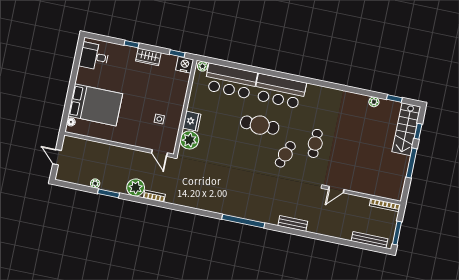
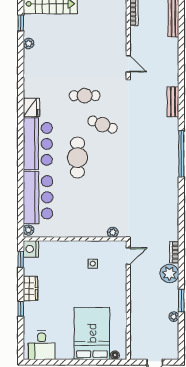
fridge: (192, 121) -> (31, 107), moved, turned 90
plant: (189, 140) -> (113, 232), width x0.53, depth x0.53

